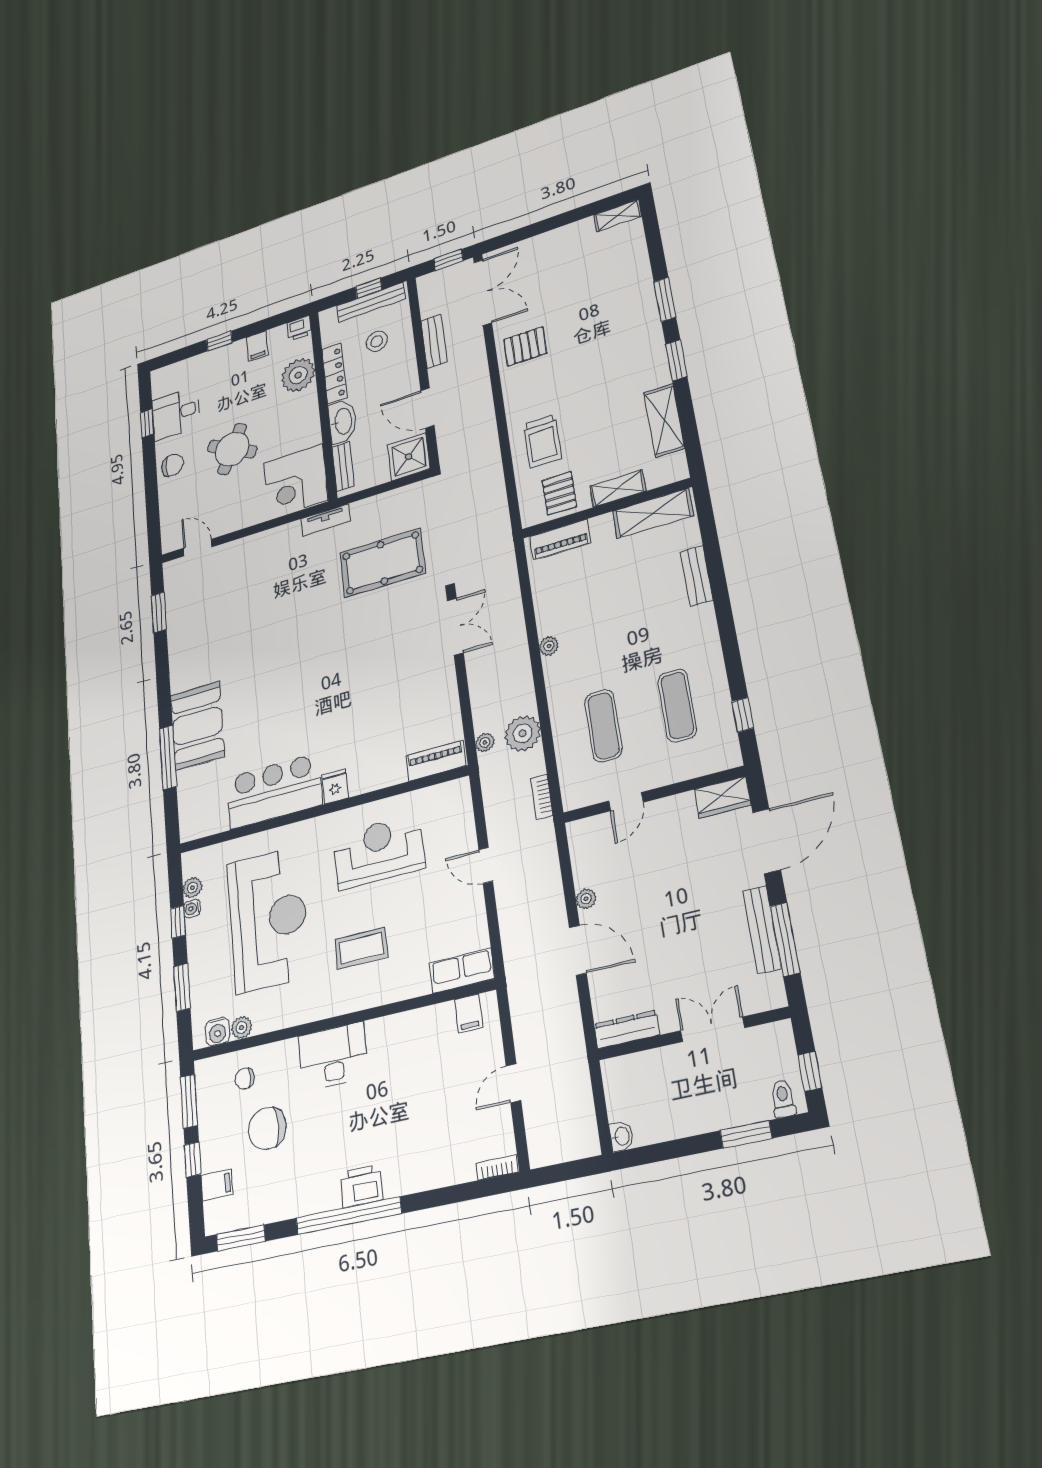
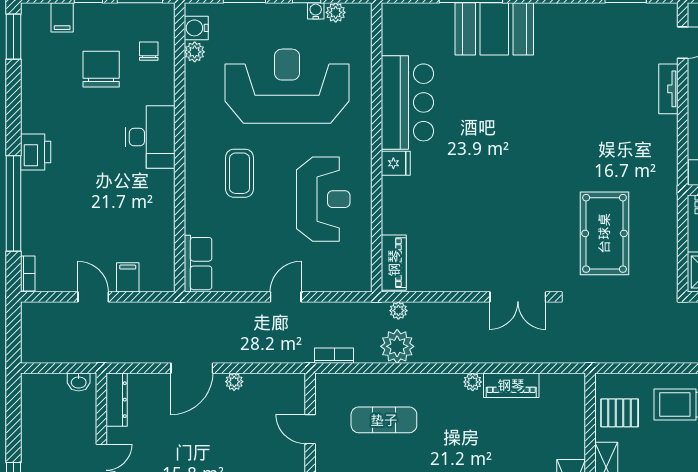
tv unit: (325, 520) -> (668, 89), moved
piano: (560, 540) -> (511, 385), moved, turned -90
reception desk: (268, 920) -> (287, 86), turned 180
filing cabinet: (469, 1013) -> (128, 277), moved, turned 90
washbasin: (621, 1136) -> (79, 382), moved
window: (348, 1216) -> (14, 203), moved

